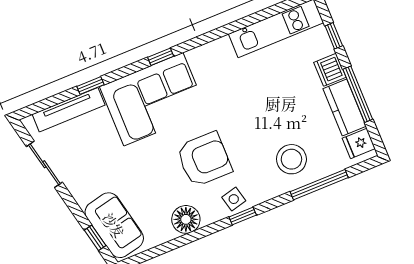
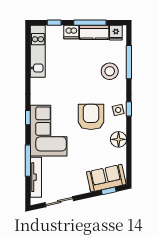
window: (90, 86) -> (28, 161), width x2.17

